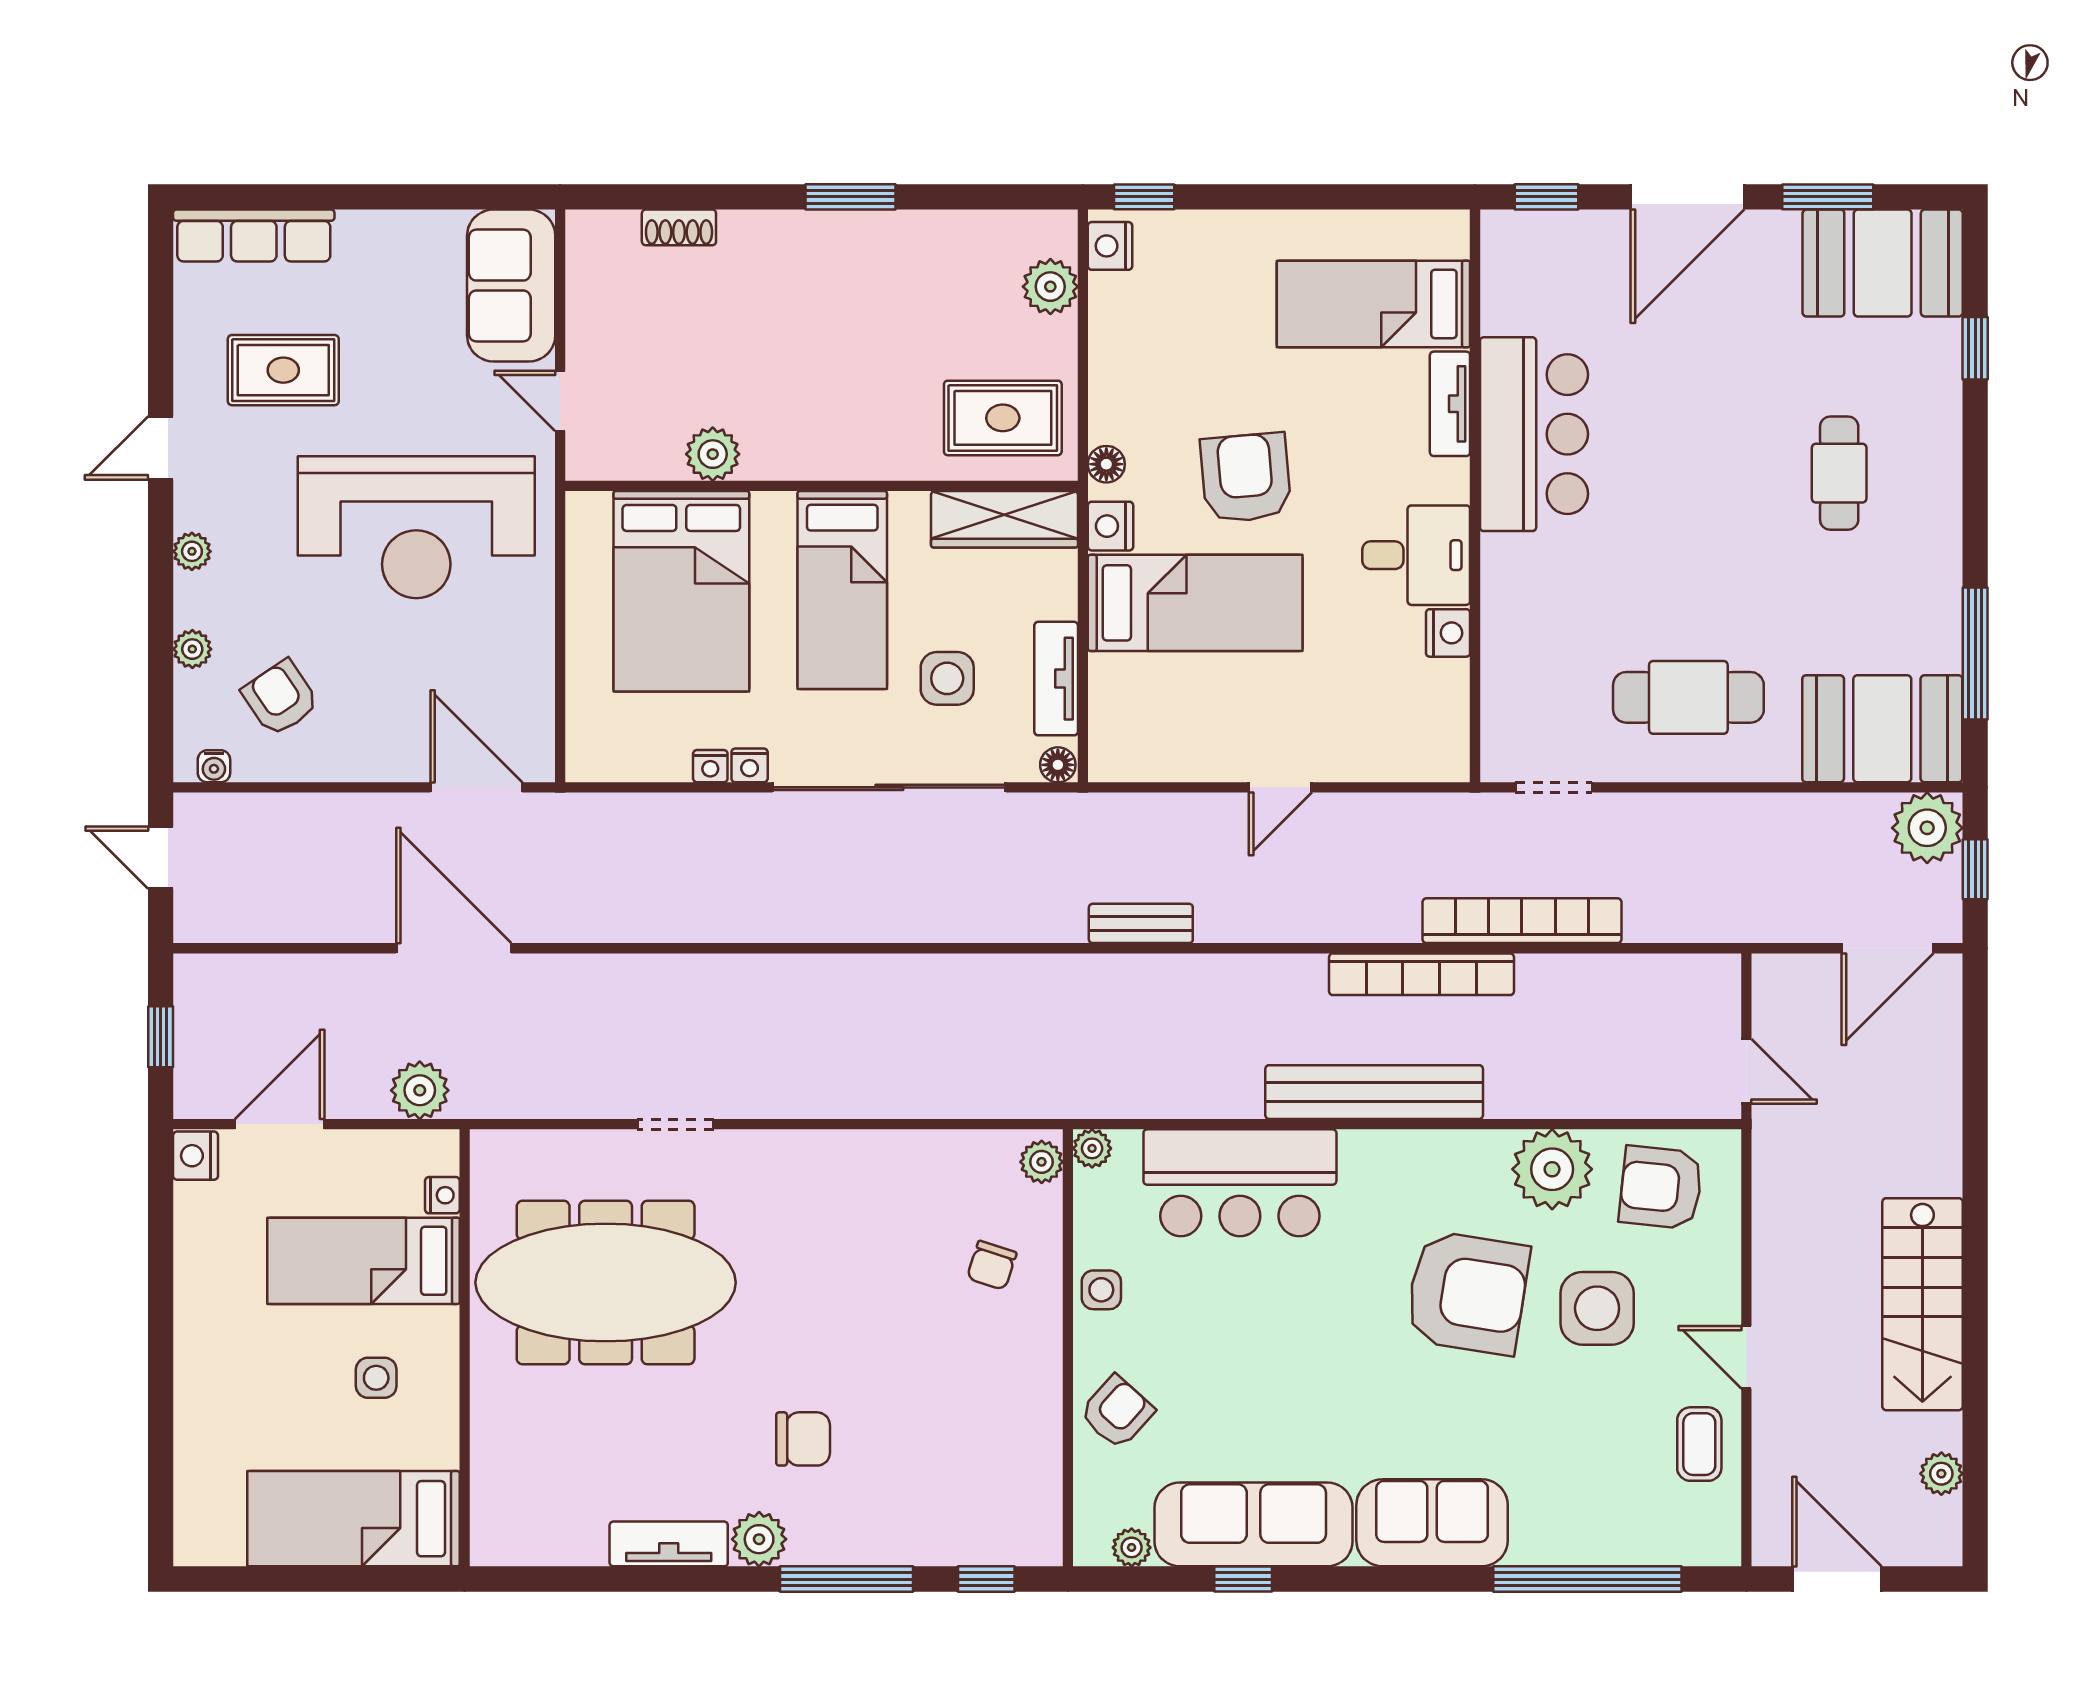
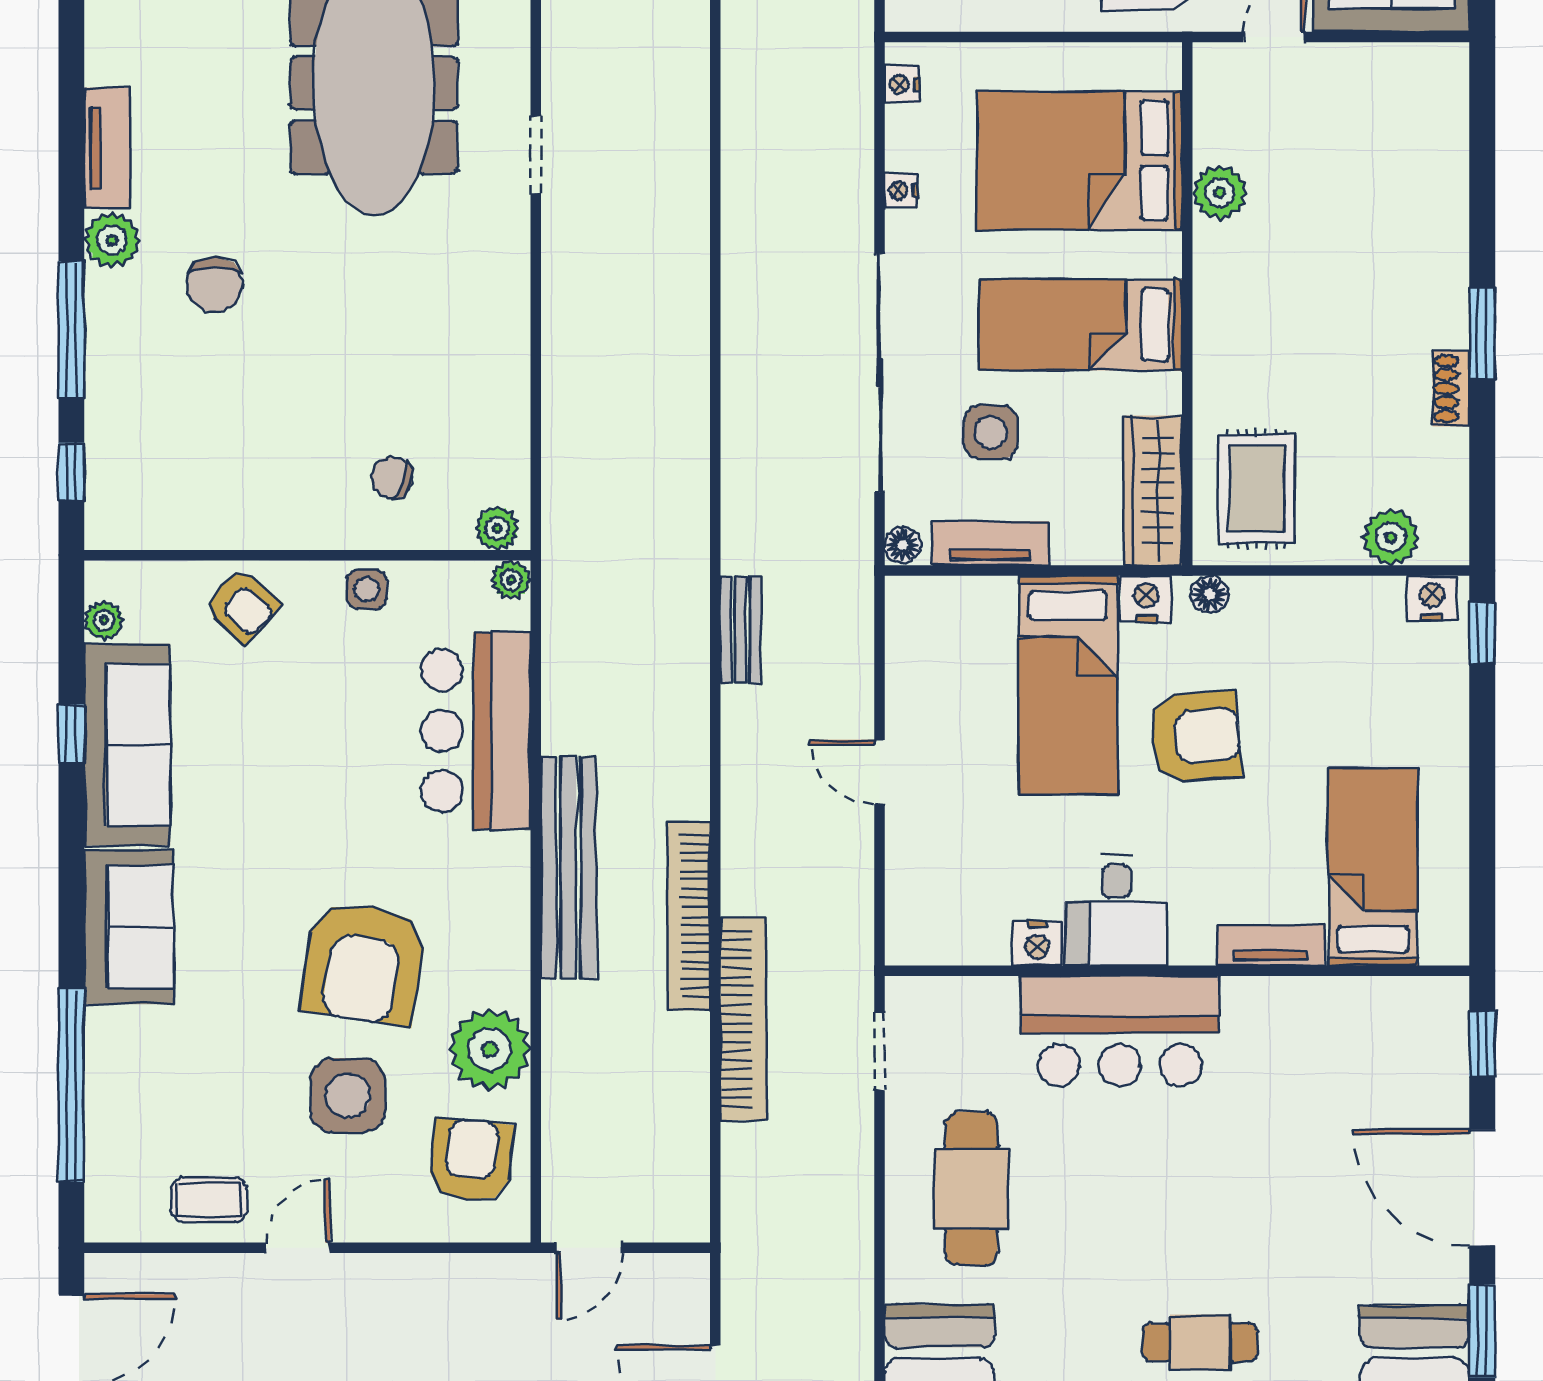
shoe rack: (679, 227) -> (1451, 389), moved
bar counter: (1534, 434) -> (1120, 1031), moved
nightstand: (750, 765) -> (902, 84), moved

